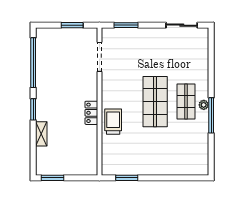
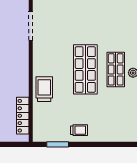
locker: (91, 113) -> (23, 116), moved, width x1.53
trolley: (149, 163) -> (79, 130), added

